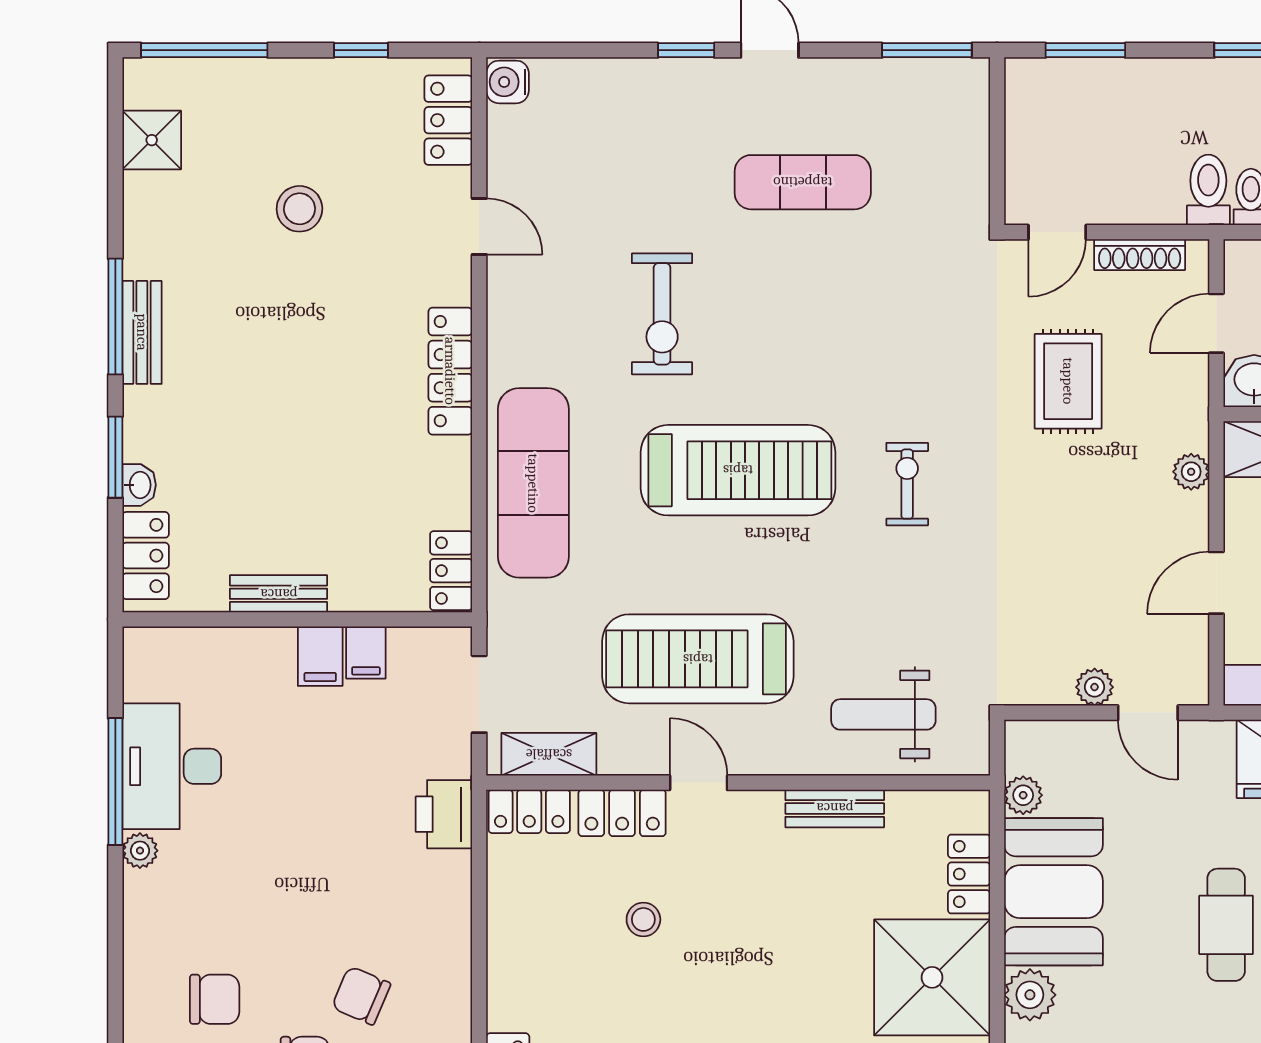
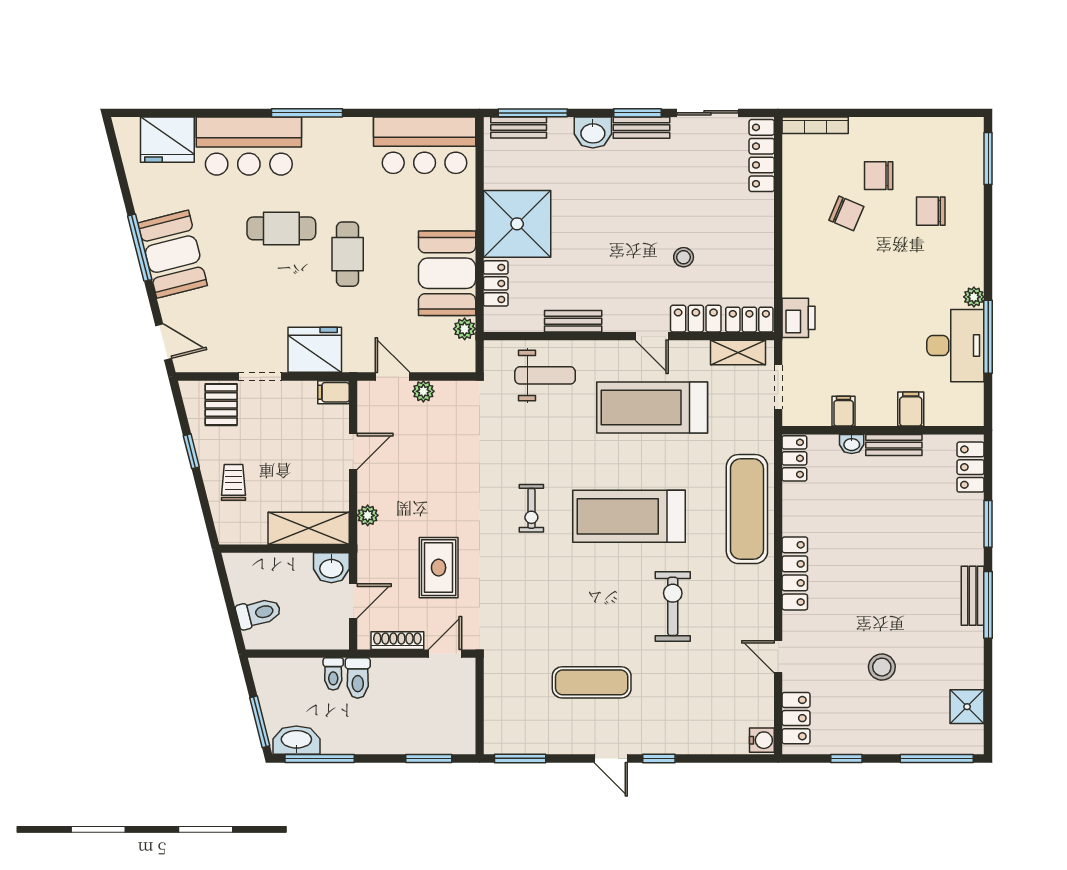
washbasin: (139, 485) -> (852, 444), moved, turned -90
filing cabinet: (320, 656) -> (911, 409), moved
treadmill: (698, 659) -> (652, 408), turned 180
plant: (1030, 995) -> (461, 214), removed

